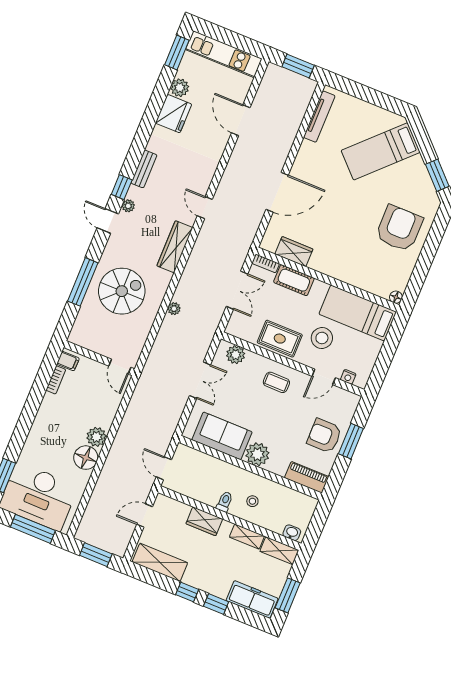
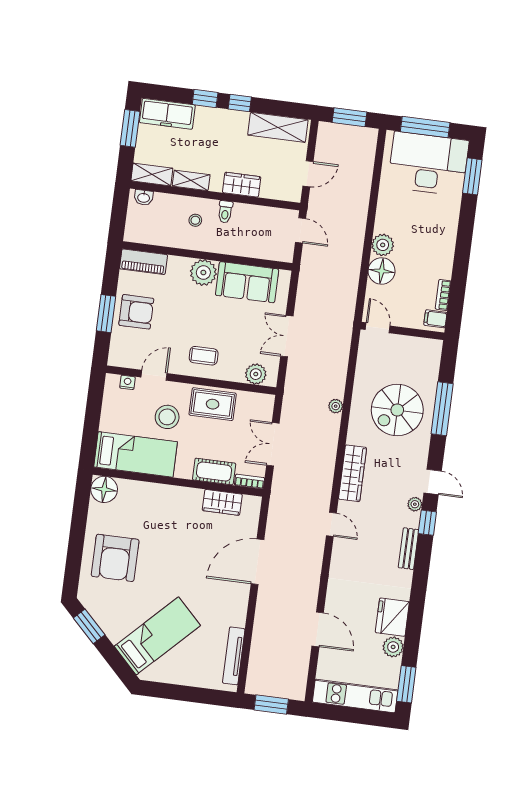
floor lamp: (396, 297) -> (104, 489), width x1.89, depth x1.89
floor lamp: (86, 458) -> (382, 271), moved

